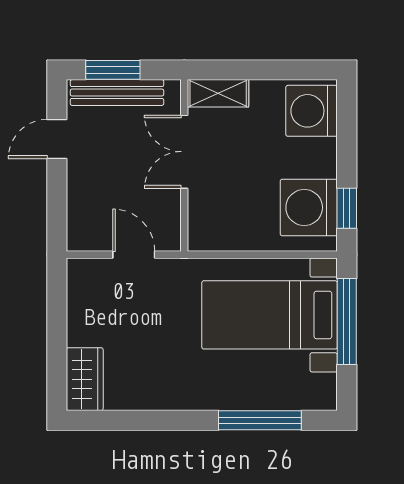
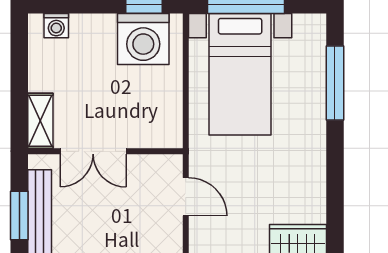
washing machine: (312, 111) -> (56, 26), width x0.53, depth x0.53
door: (134, 255) -> (186, 197), swing flipped

